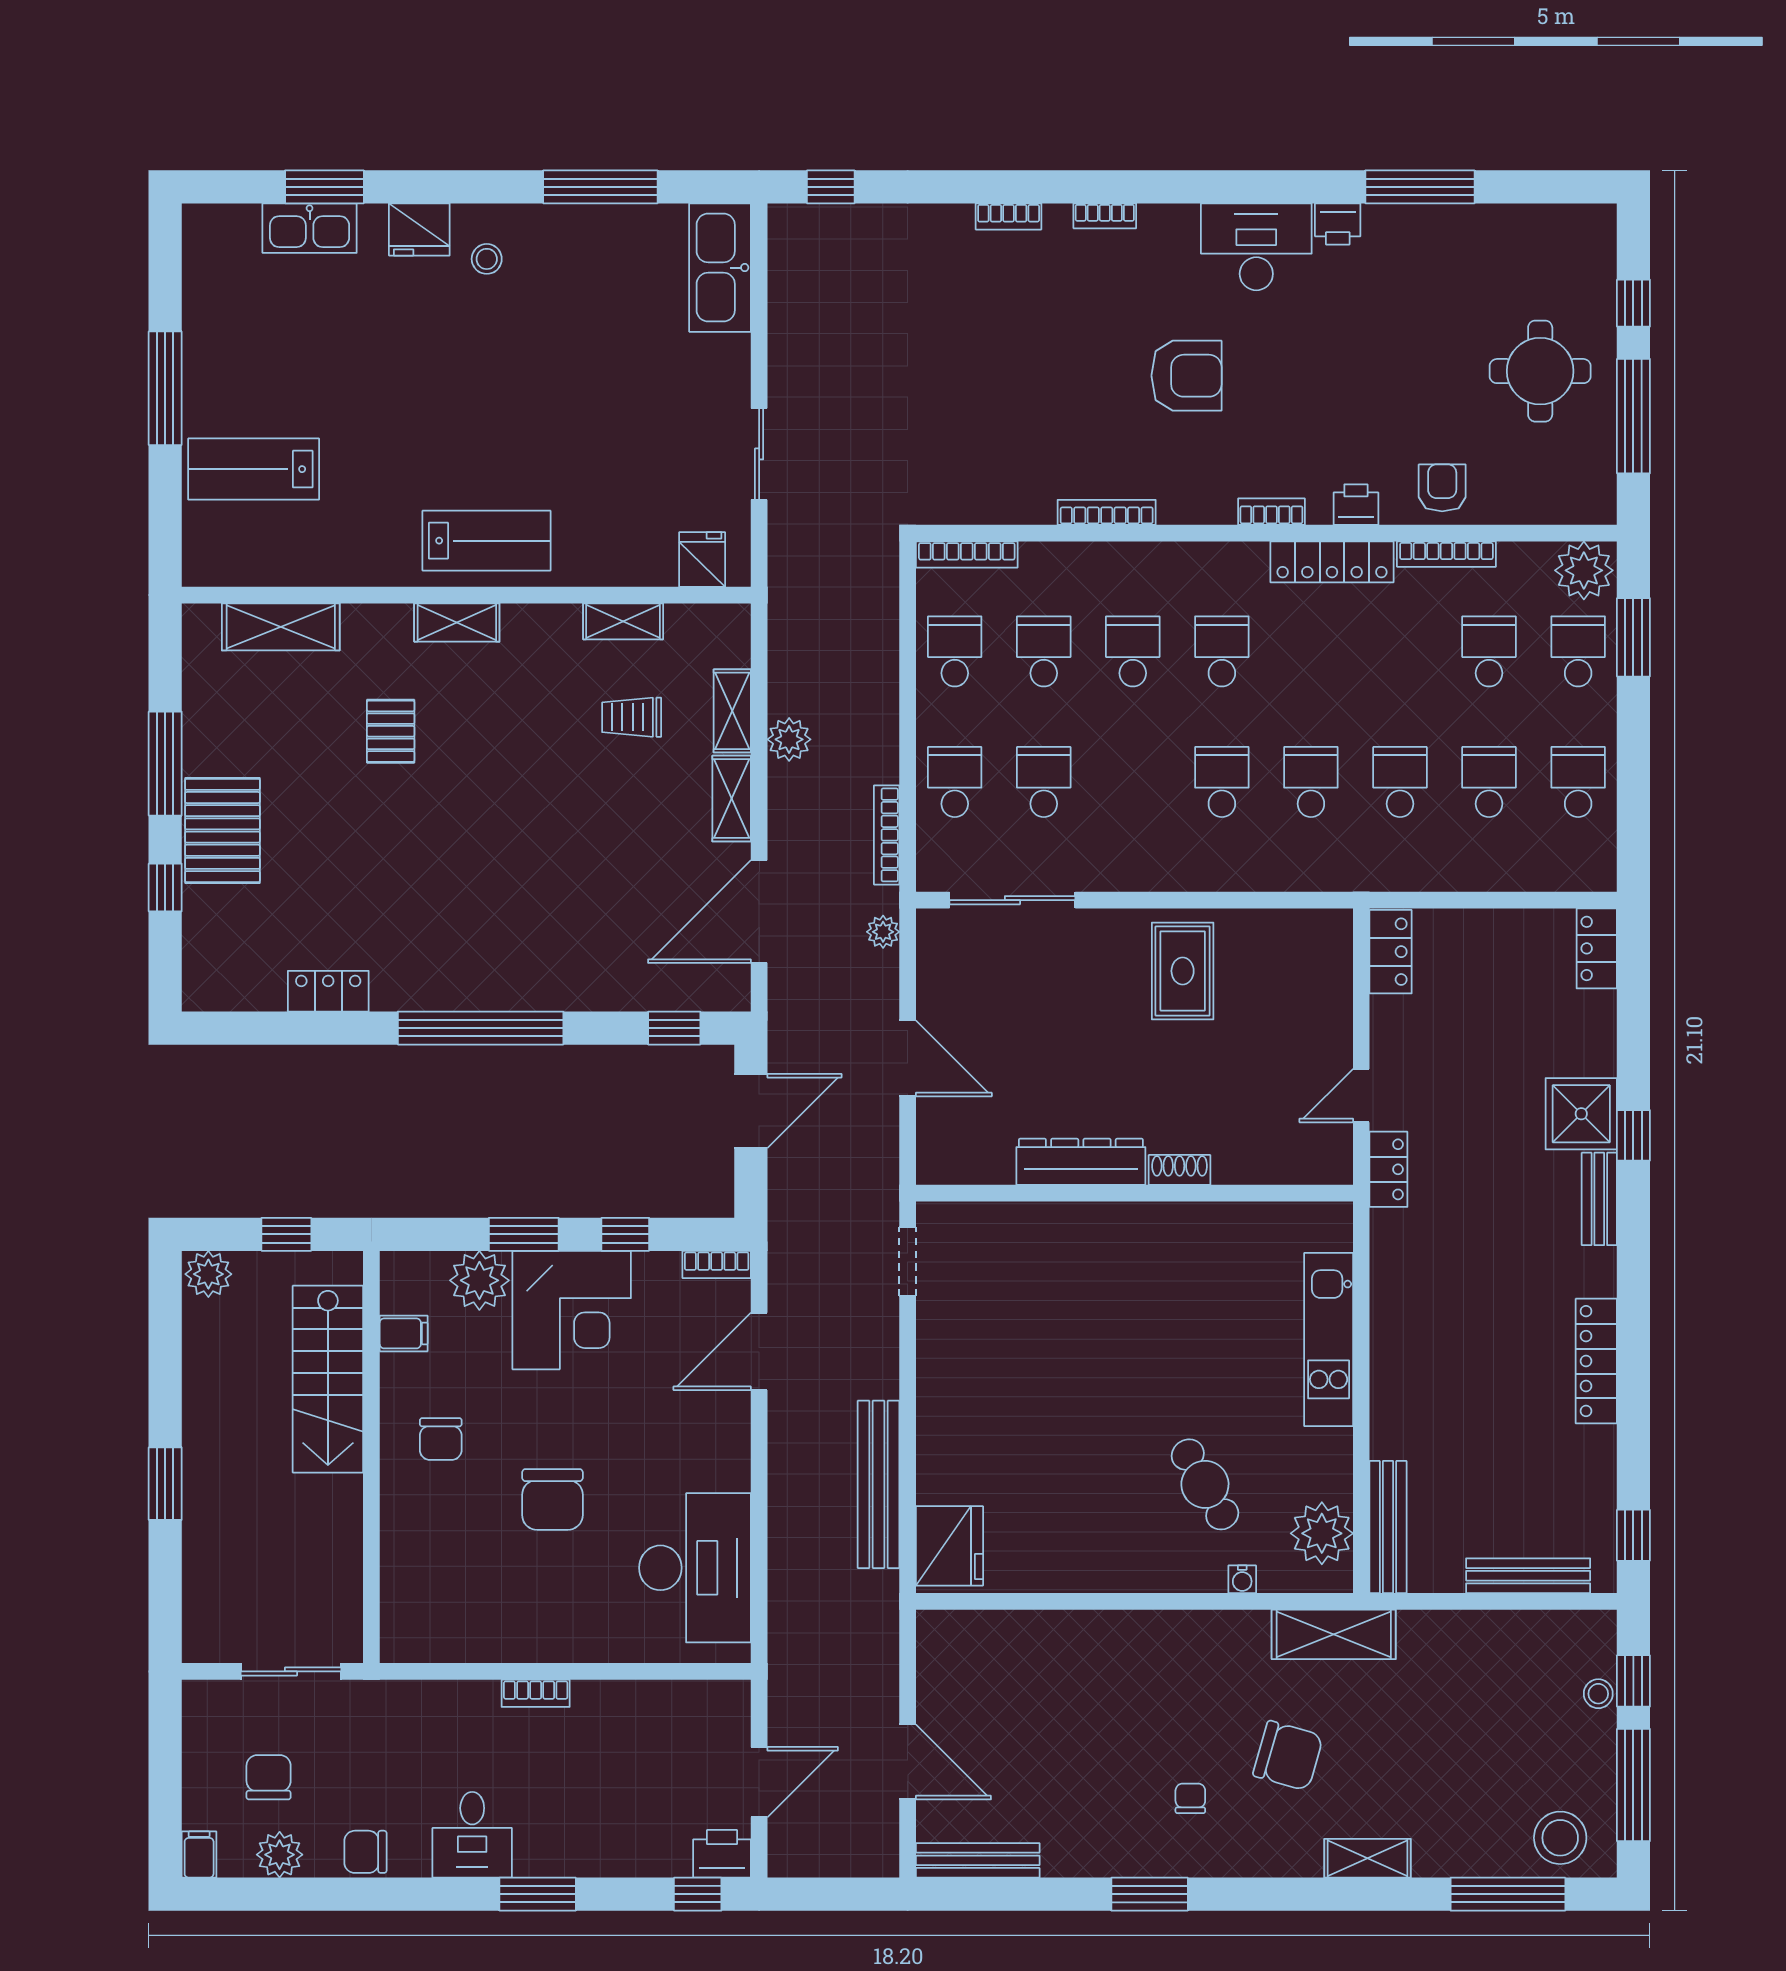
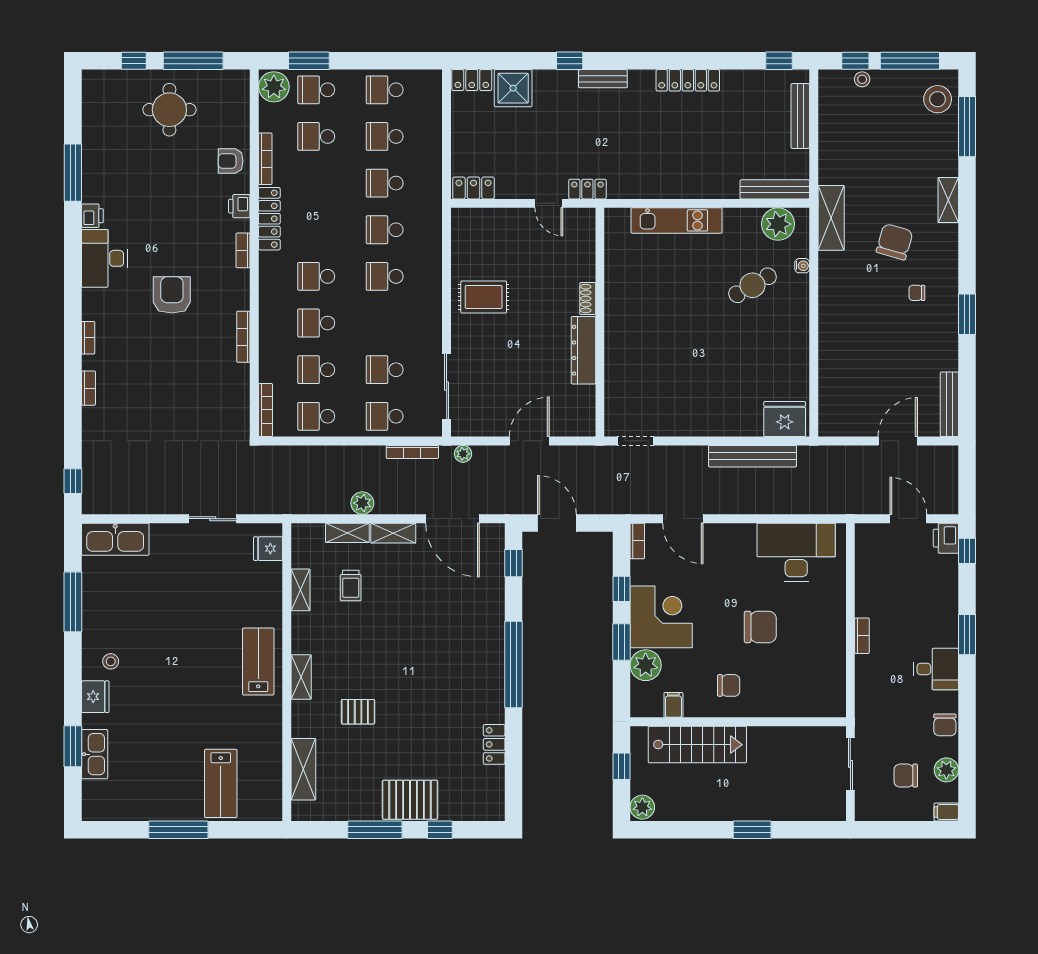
shower: (1581, 1114) -> (513, 88), moved

